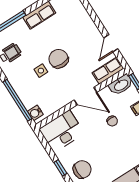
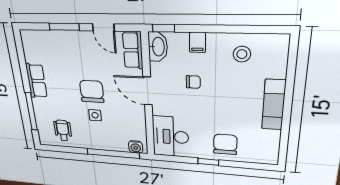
window: (94, 17) -> (64, 27), added
chair: (59, 59) -> (92, 91), turned 90
door: (86, 96) -> (148, 91), swing flipped

